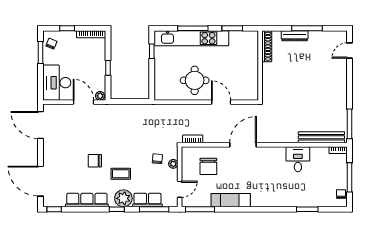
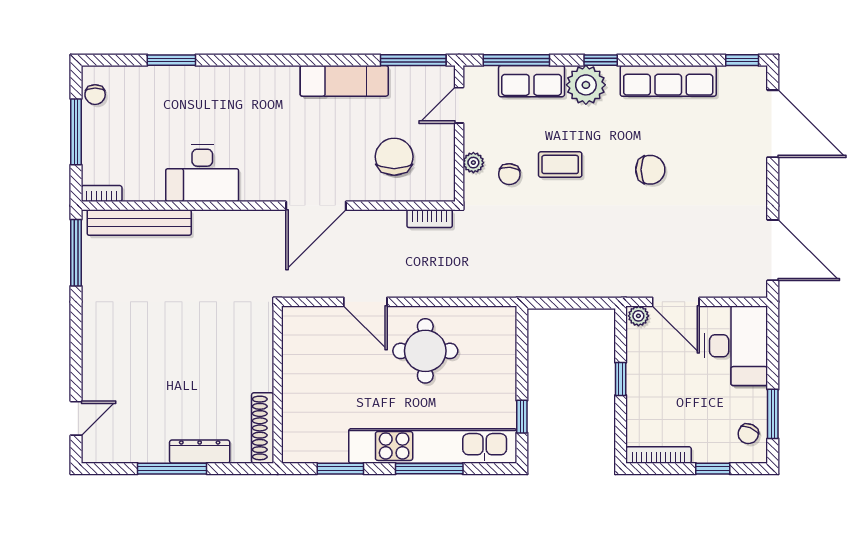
desk: (298, 159) -> (202, 173), width x1.37
coffee table: (121, 174) -> (560, 164), moved

